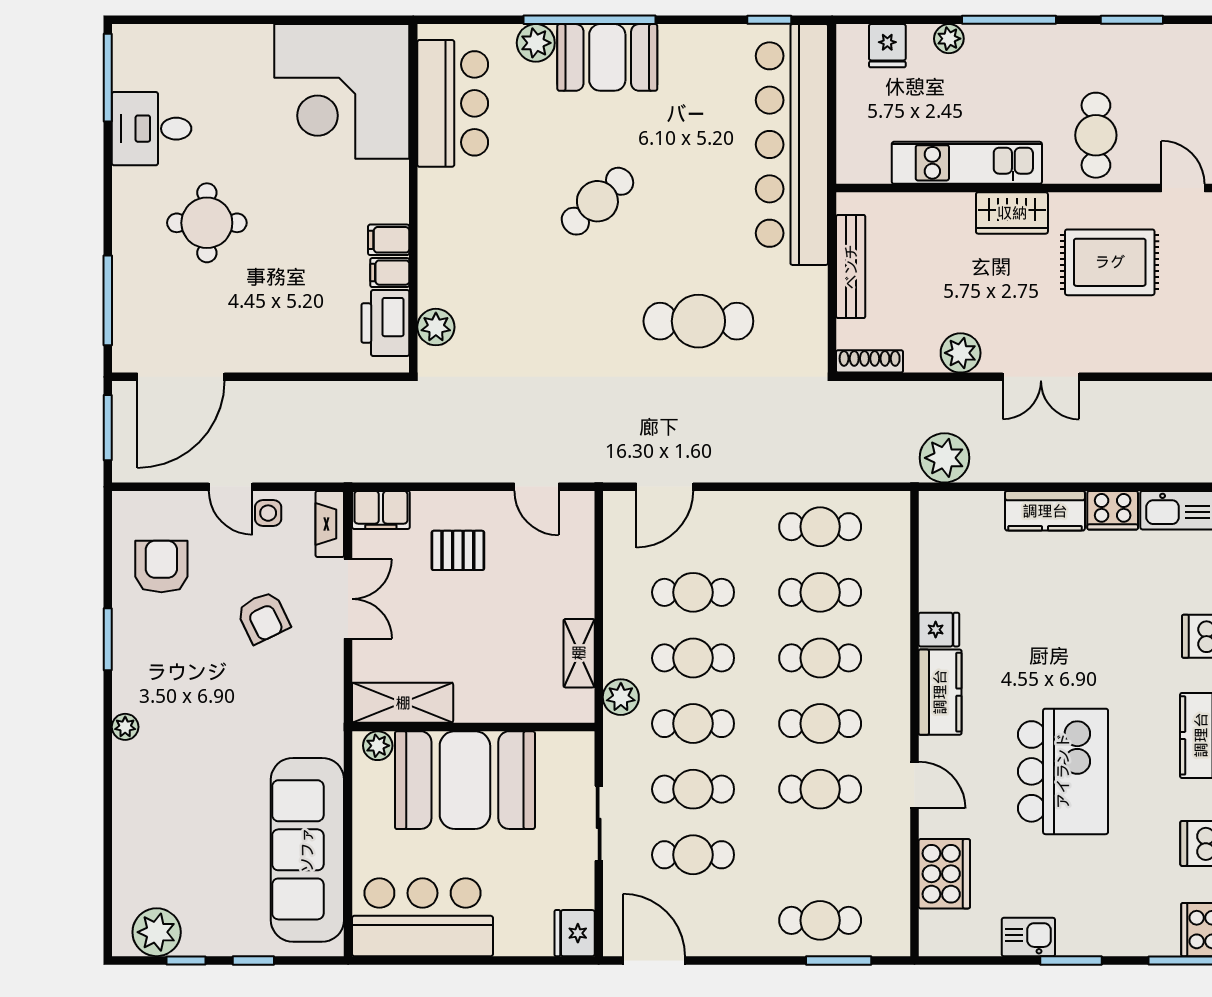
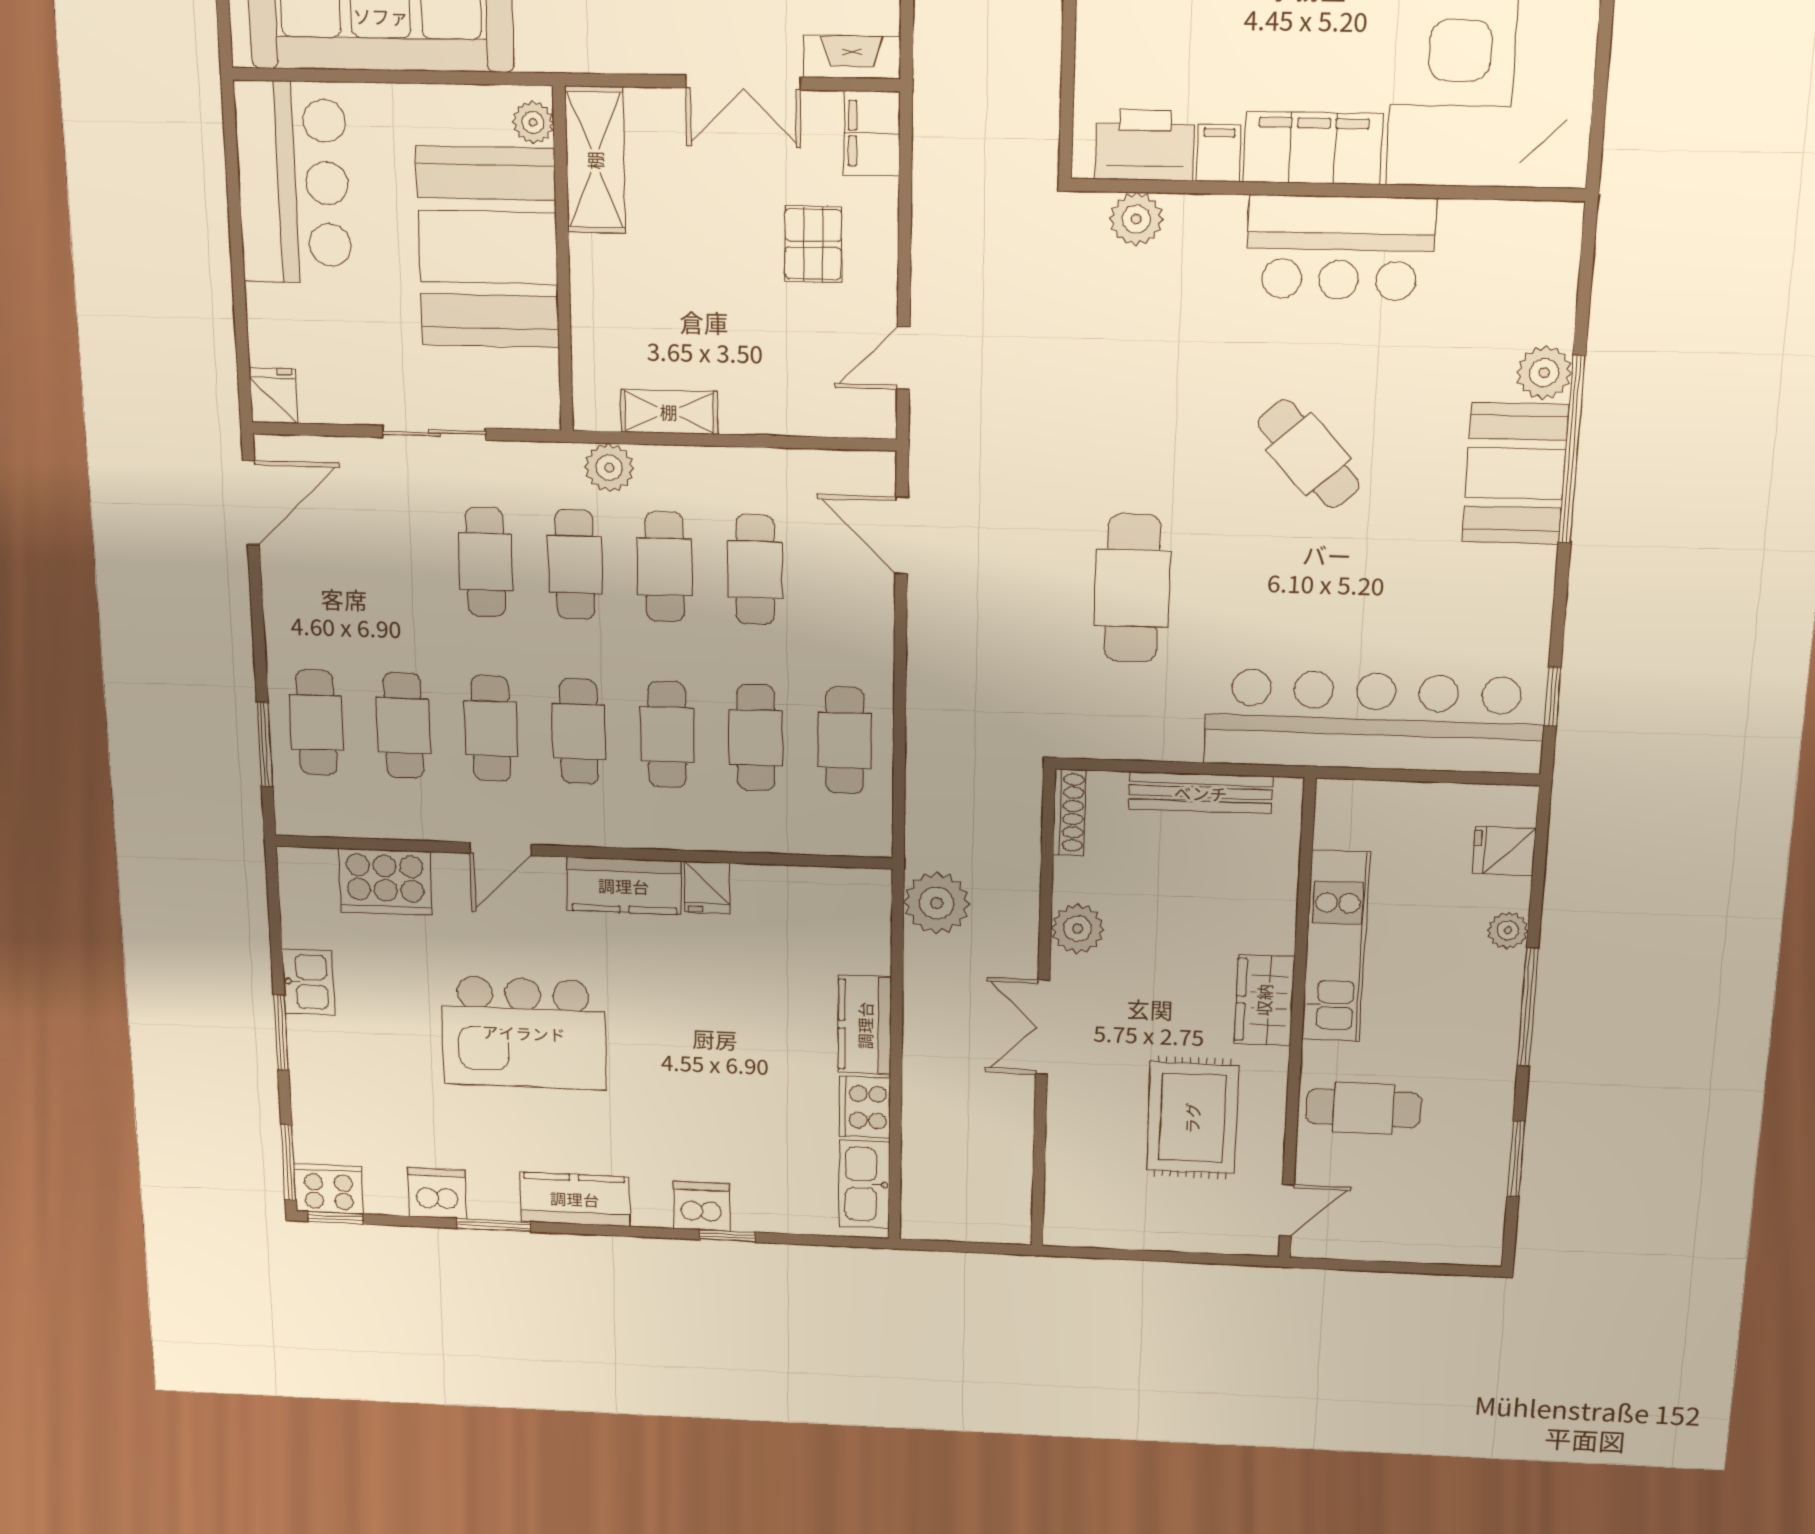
bar counter: (453, 103) -> (1340, 248), moved
filing cabinet: (389, 240) -> (1313, 148), width x3.00, depth x1.17
cafe table: (693, 855) -> (403, 726), moved
fridge: (575, 933) -> (273, 396), width x0.72

